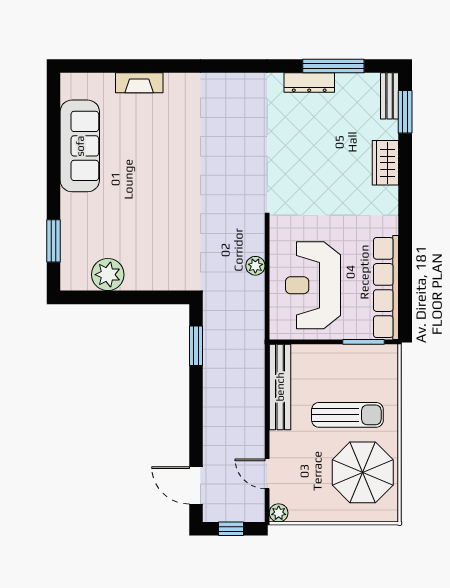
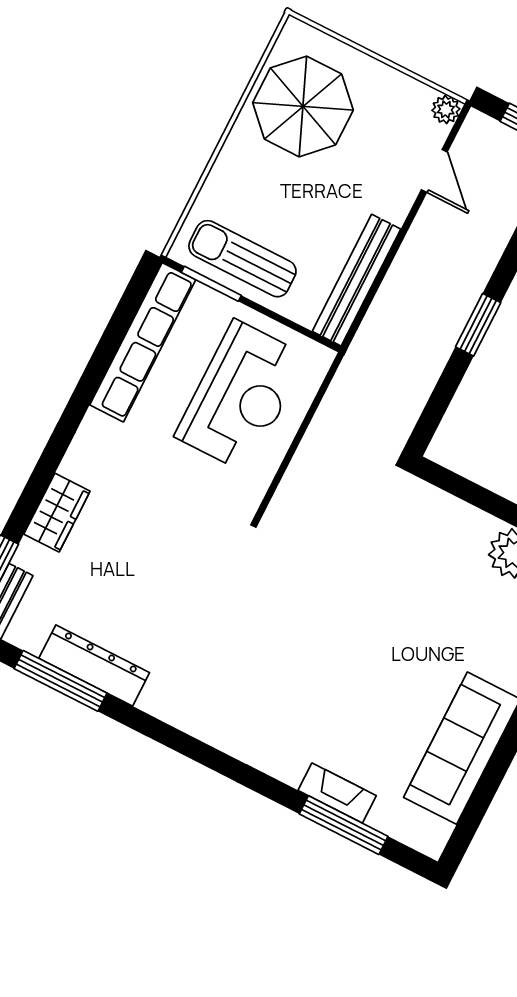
window: (126, 66) -> (344, 825), added
dresser: (309, 83) -> (94, 665), width x1.37, depth x1.24
plant: (255, 266) -> (306, 463), removed
window: (196, 346) -> (478, 325), moved
sun lounger: (347, 415) -> (242, 259), moved

